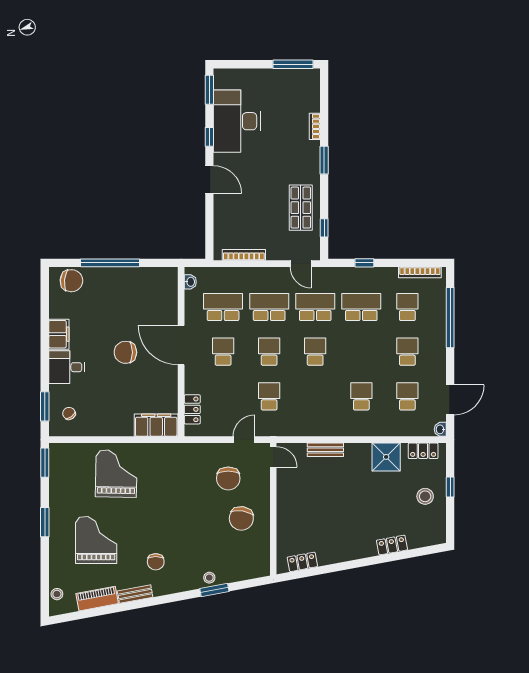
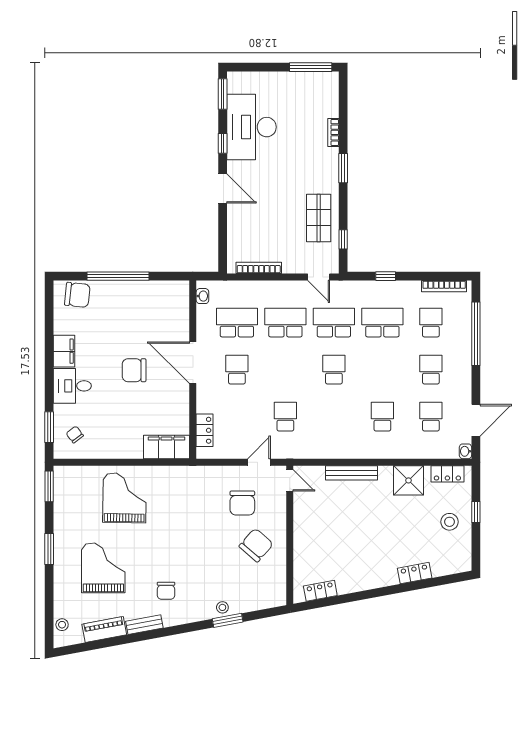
school desk: (269, 352) -> (285, 370), removed
bench: (325, 450) -> (351, 473), width x1.36
chair: (241, 518) -> (256, 545), turned -147

